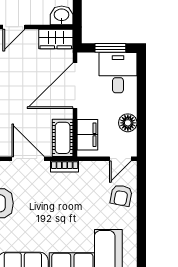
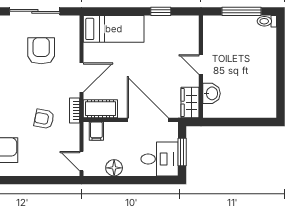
washbasin: (62, 15) -> (211, 93), moved
filing cabinet: (87, 135) -> (96, 131), width x0.50
armchair: (121, 195) -> (44, 119), moved

